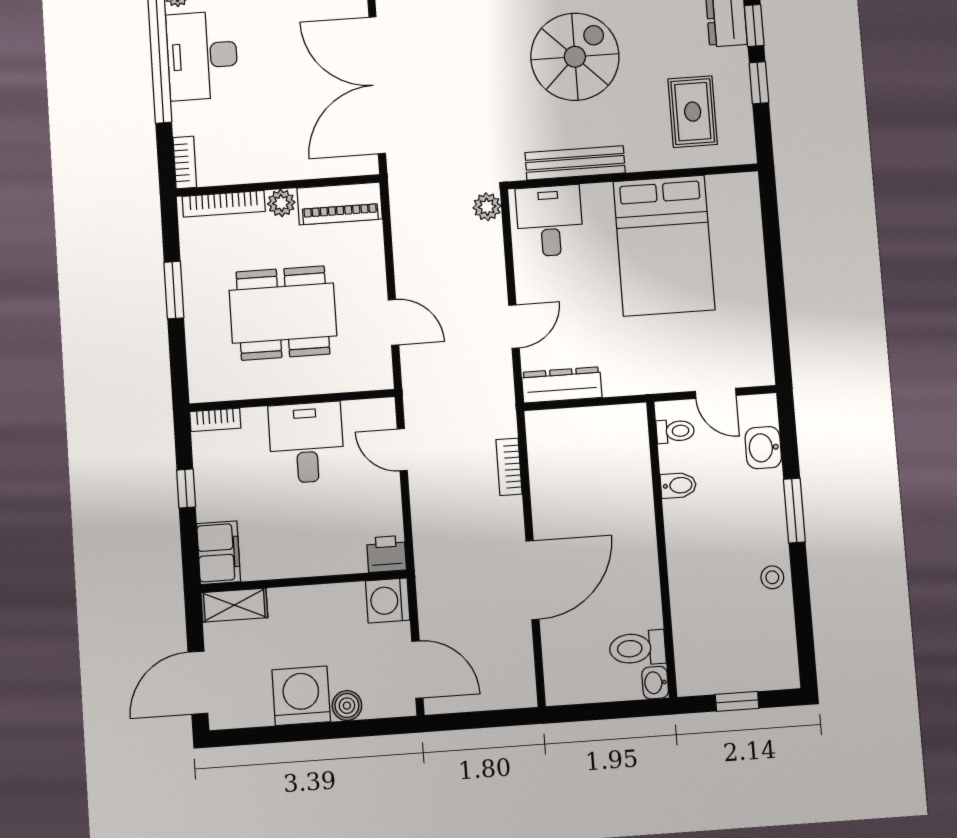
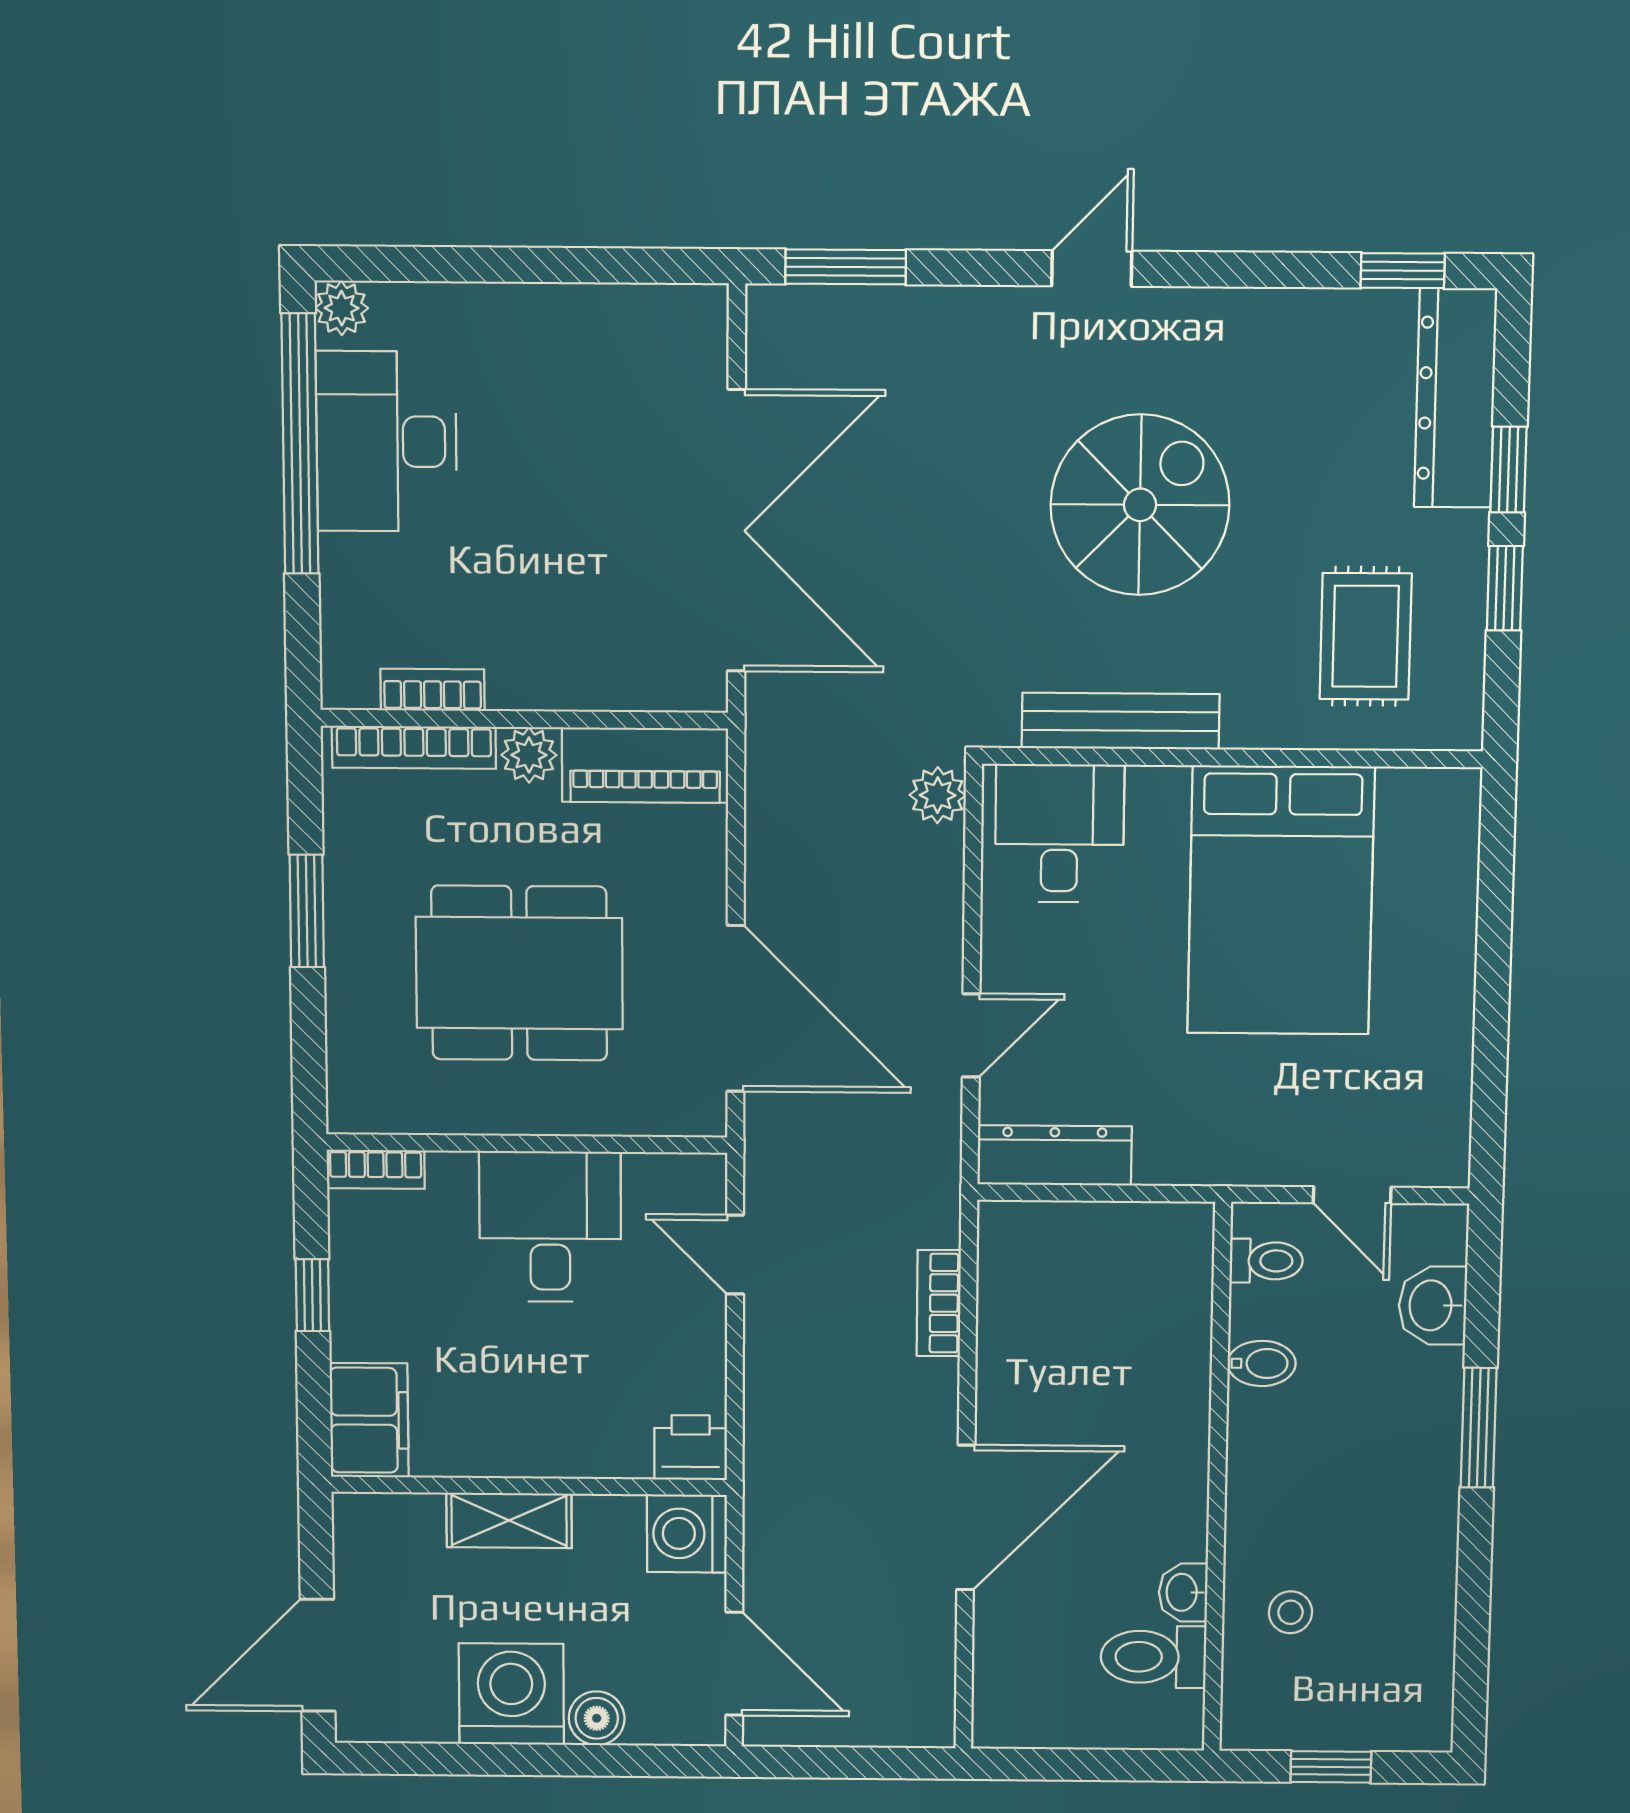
double door: (377, 85) -> (736, 531), swing flipped
bookcase: (185, 162) -> (432, 690), moved, turned -90
door: (394, 322) -> (736, 1009), width x1.87
stool: (772, 577) -> (1290, 1612), moved
shelving: (234, 605) -> (509, 1520), moved
washbasin: (655, 683) -> (1183, 1592), moved

